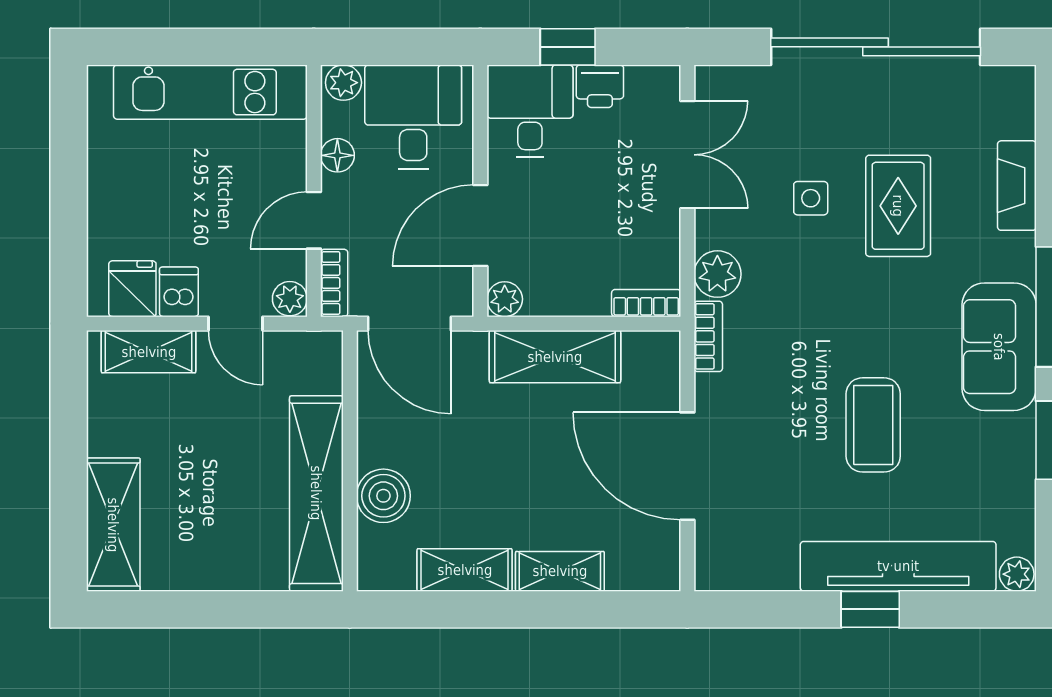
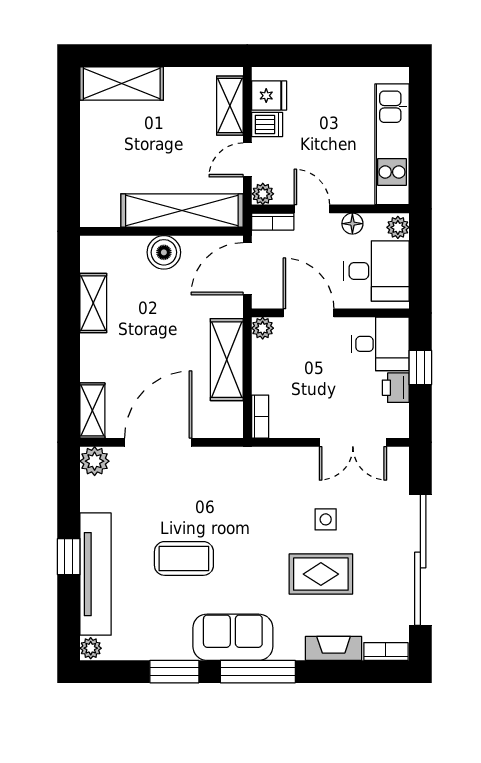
plant: (717, 274) -> (95, 461), moved
bookcase: (708, 336) -> (386, 651), moved, turned 180
shelving: (316, 493) -> (182, 210), moved
boiler: (383, 496) -> (164, 252), moved
shelving: (560, 571) -> (92, 410), moved

